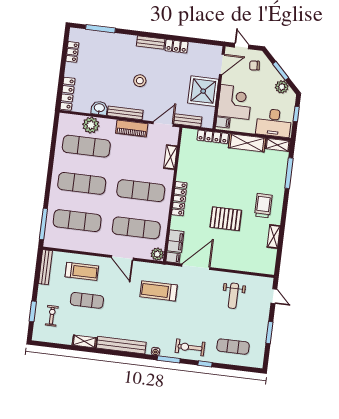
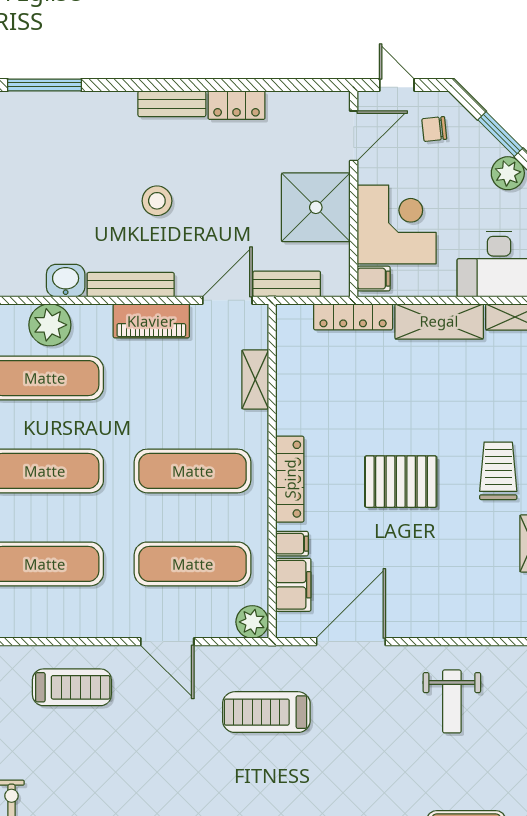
pallet: (226, 219) -> (401, 482), moved
filing cabinet: (173, 258) -> (292, 544), moved
exercise mat: (87, 300) -> (93, 757), removed

